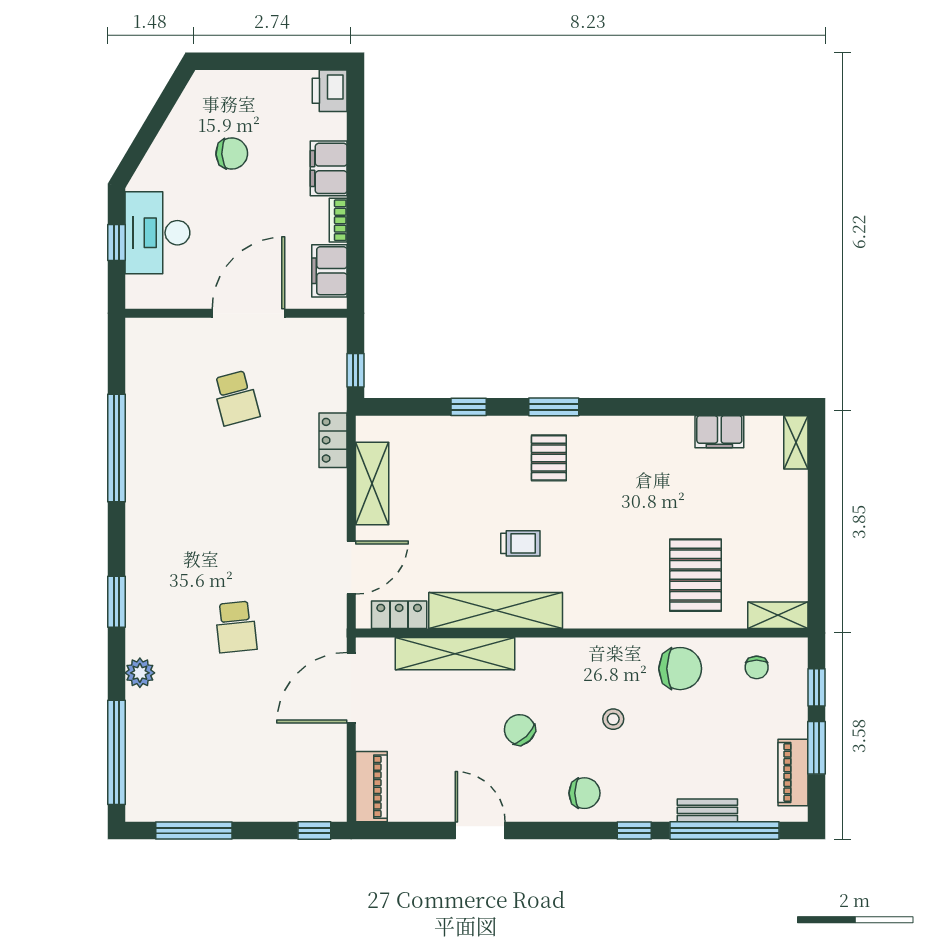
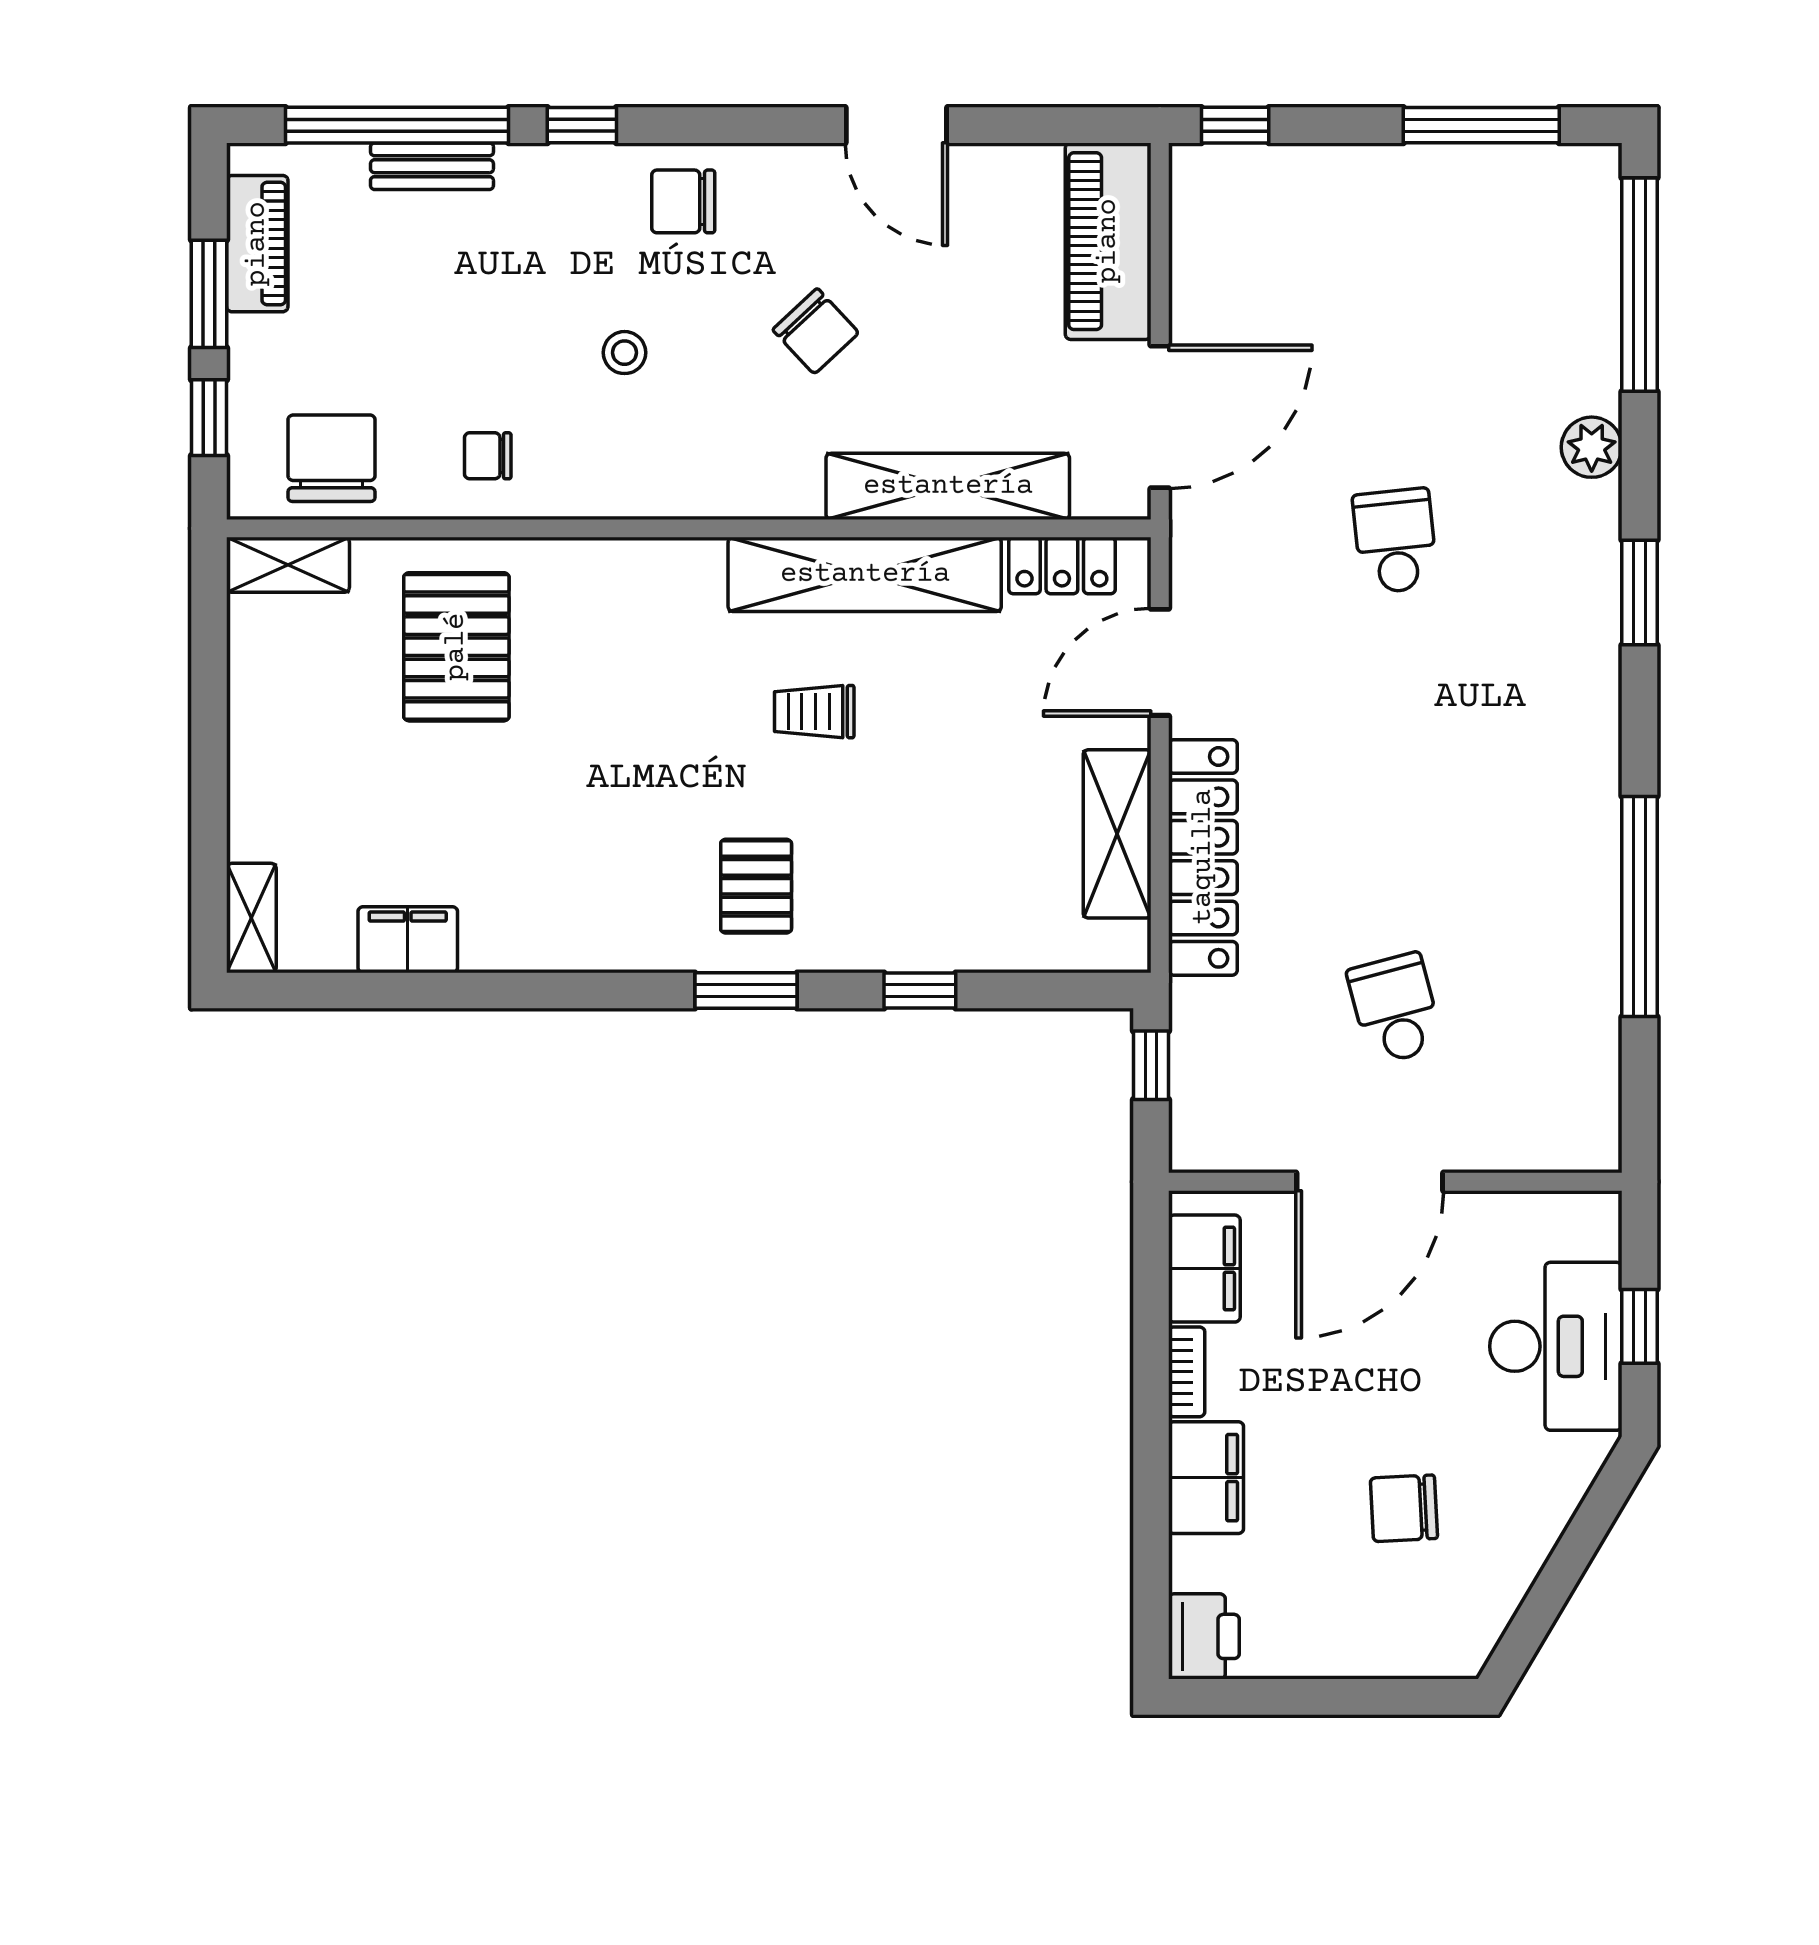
locker: (333, 440) -> (1203, 857), width x2.16, depth x1.21
chair: (757, 667) -> (332, 458), width x1.87, depth x1.87
chair: (680, 669) -> (488, 456), width x0.54, depth x0.54
piano: (371, 787) -> (1108, 241), width x1.37, depth x1.33

